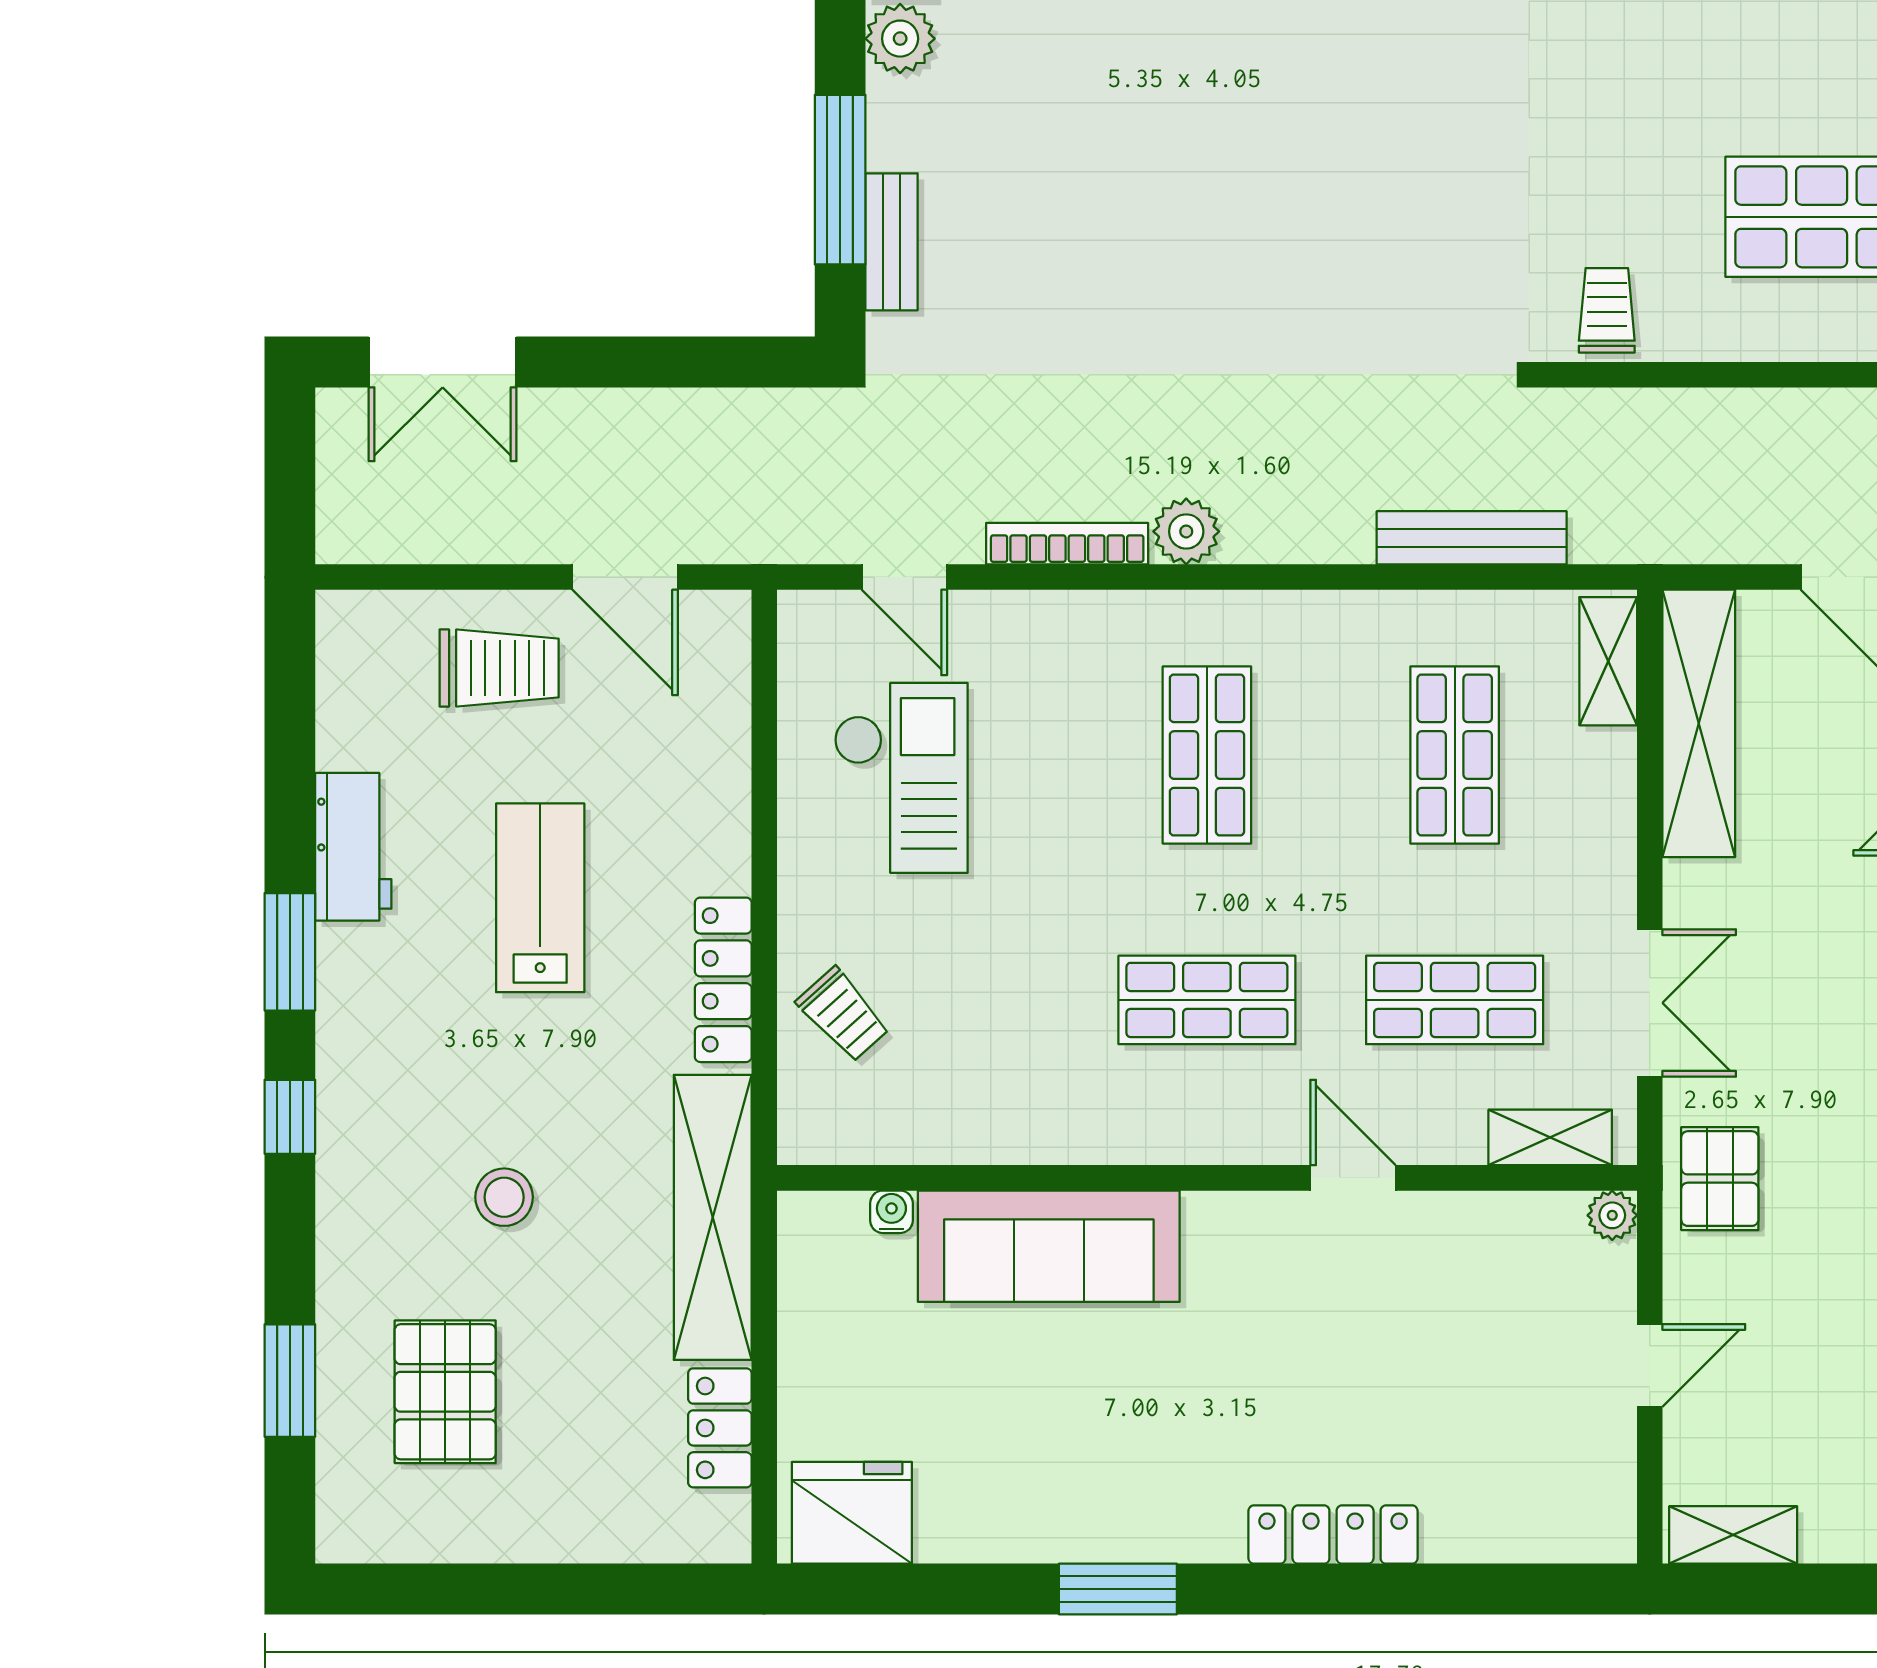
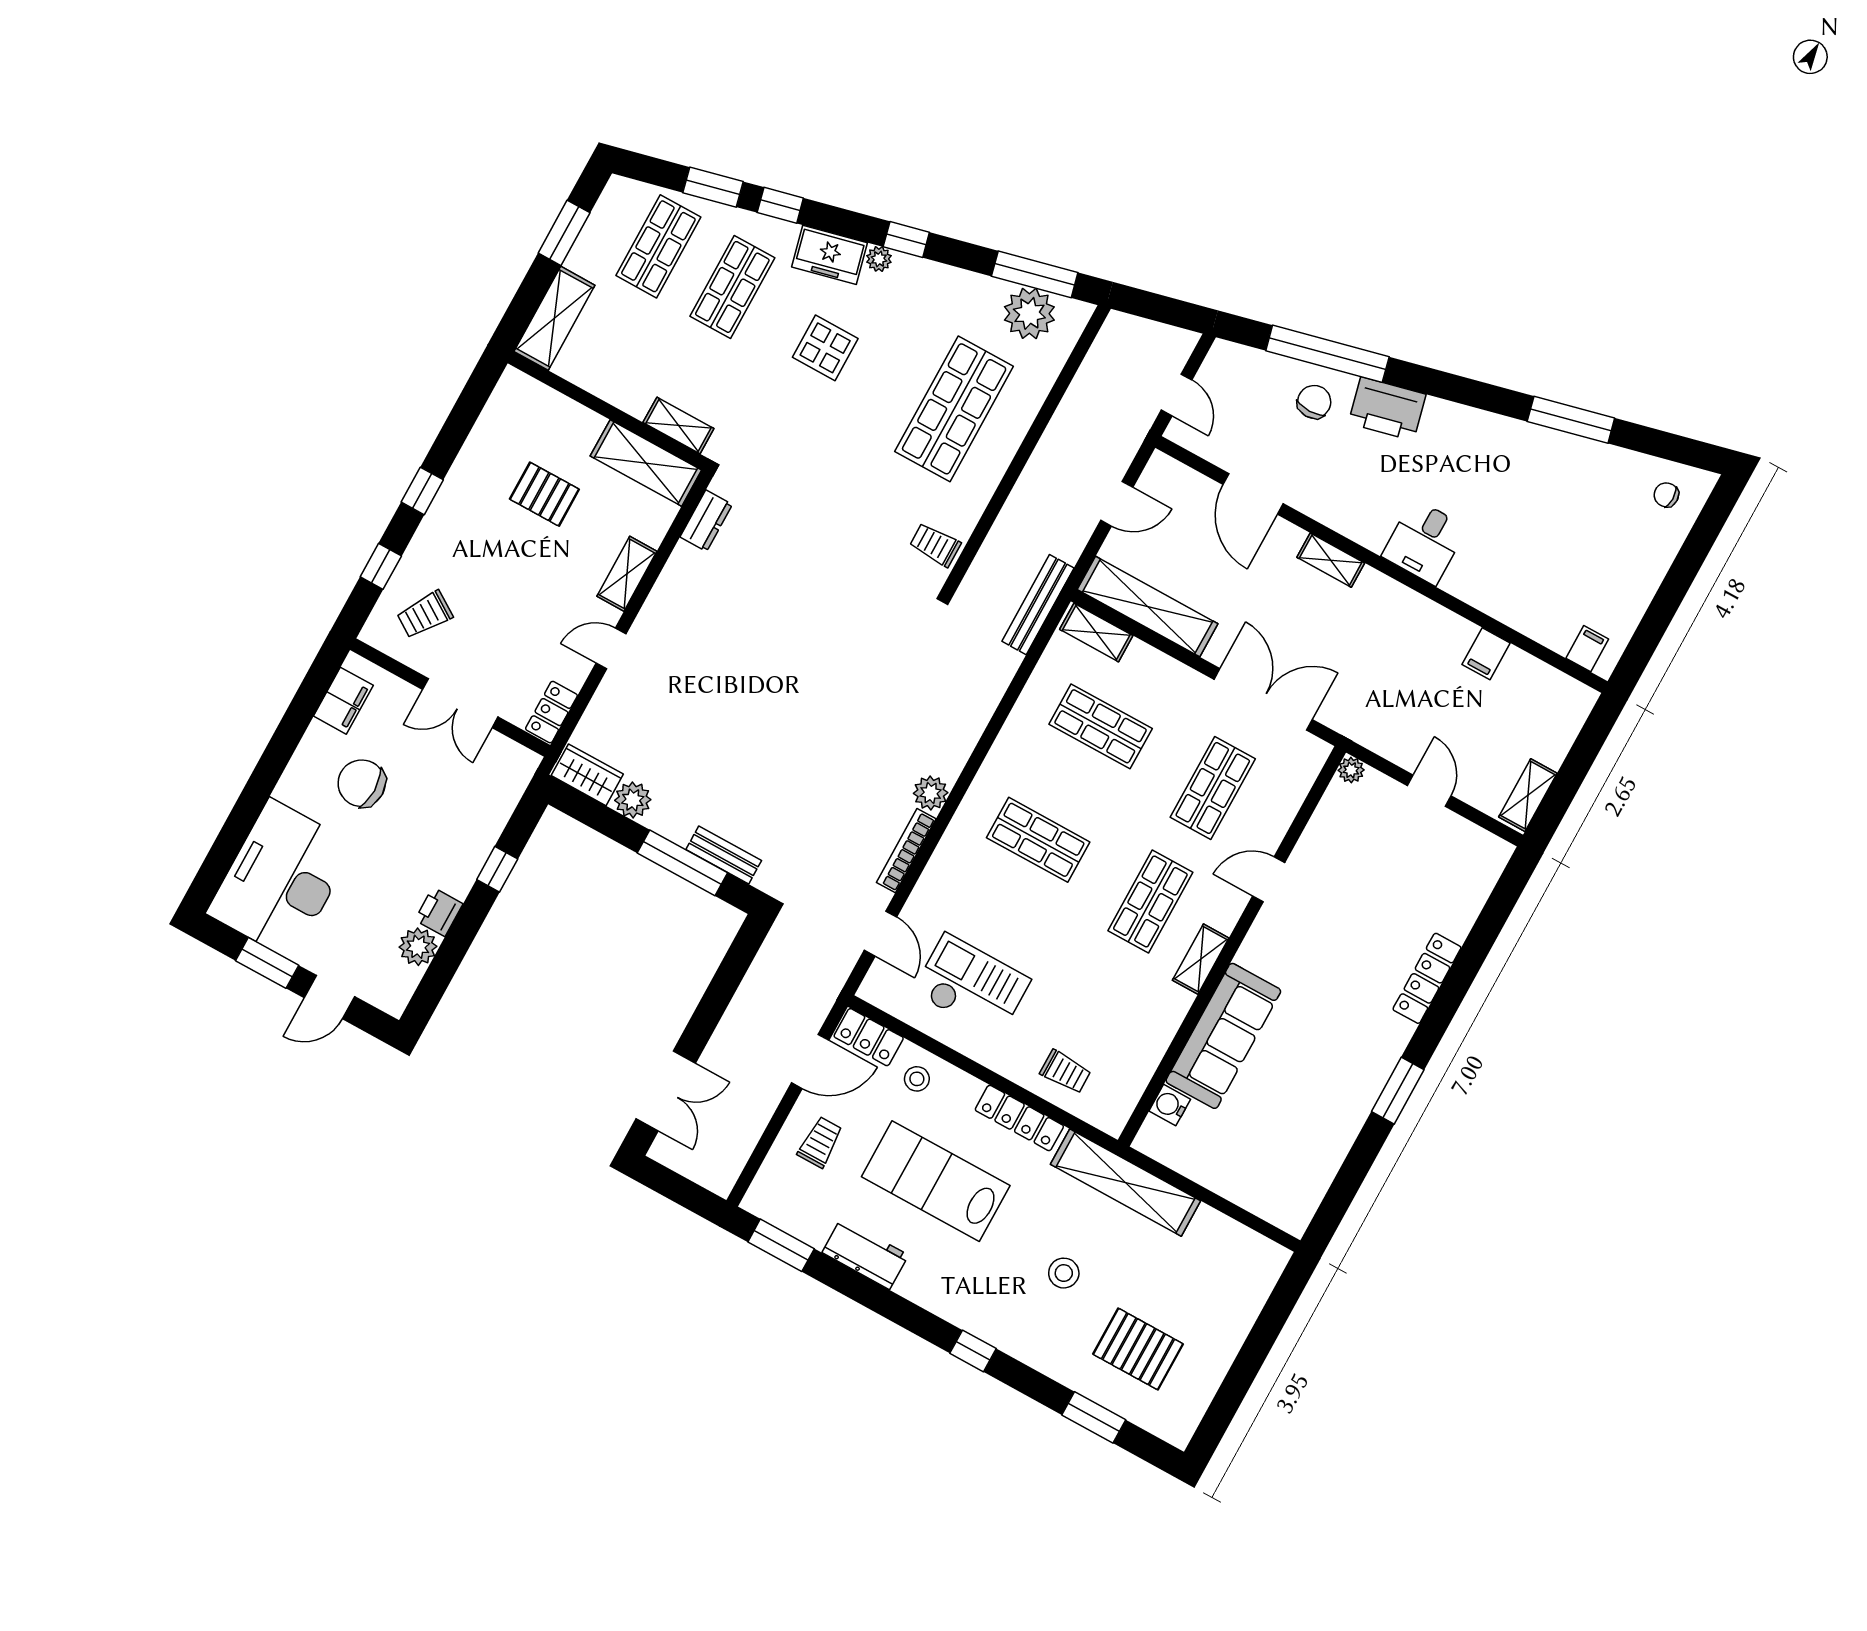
bench: (1472, 538) -> (1038, 605), moved
door: (904, 577) -> (880, 934), hinge flipped
trolley: (499, 668) -> (820, 1142), width x0.73, depth x0.72
stool: (694, 772) -> (917, 1079), added
lab bench: (540, 898) -> (936, 1181), width x1.36, depth x1.39
window: (290, 952) -> (781, 1245), moved
double door: (1650, 1003) -> (1263, 699), width x1.37
trolley: (843, 1015) -> (1065, 1072), turned 42
shelving: (1550, 1137) -> (1201, 959), moved
pallet: (1720, 1179) -> (1361, 712), removed
water cooler: (891, 1212) -> (1170, 1105), width x1.38, depth x1.38
locker: (720, 1428) -> (869, 1037), moved
fridge: (852, 1513) -> (1296, 1193), removed

